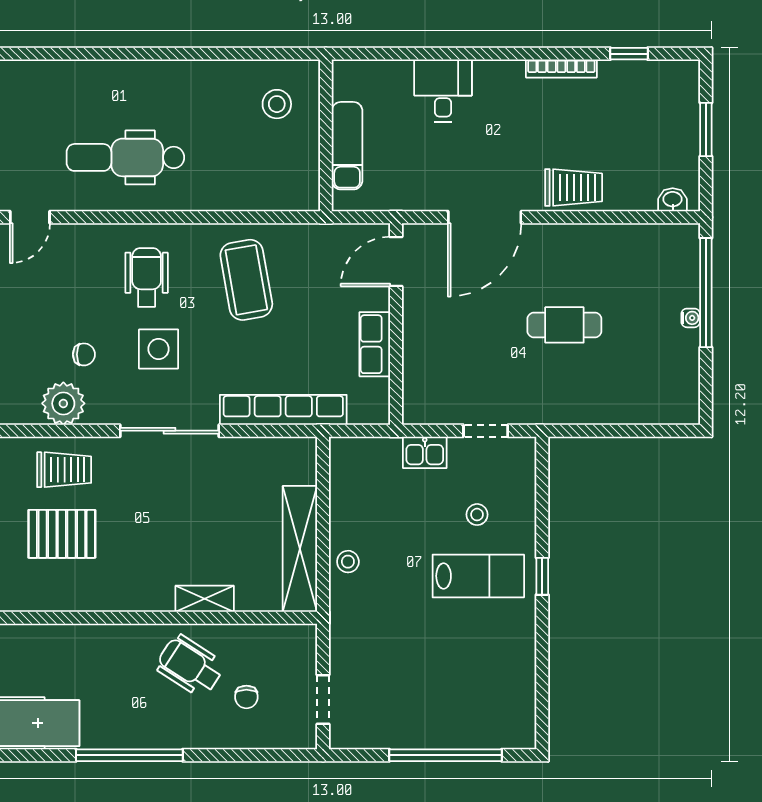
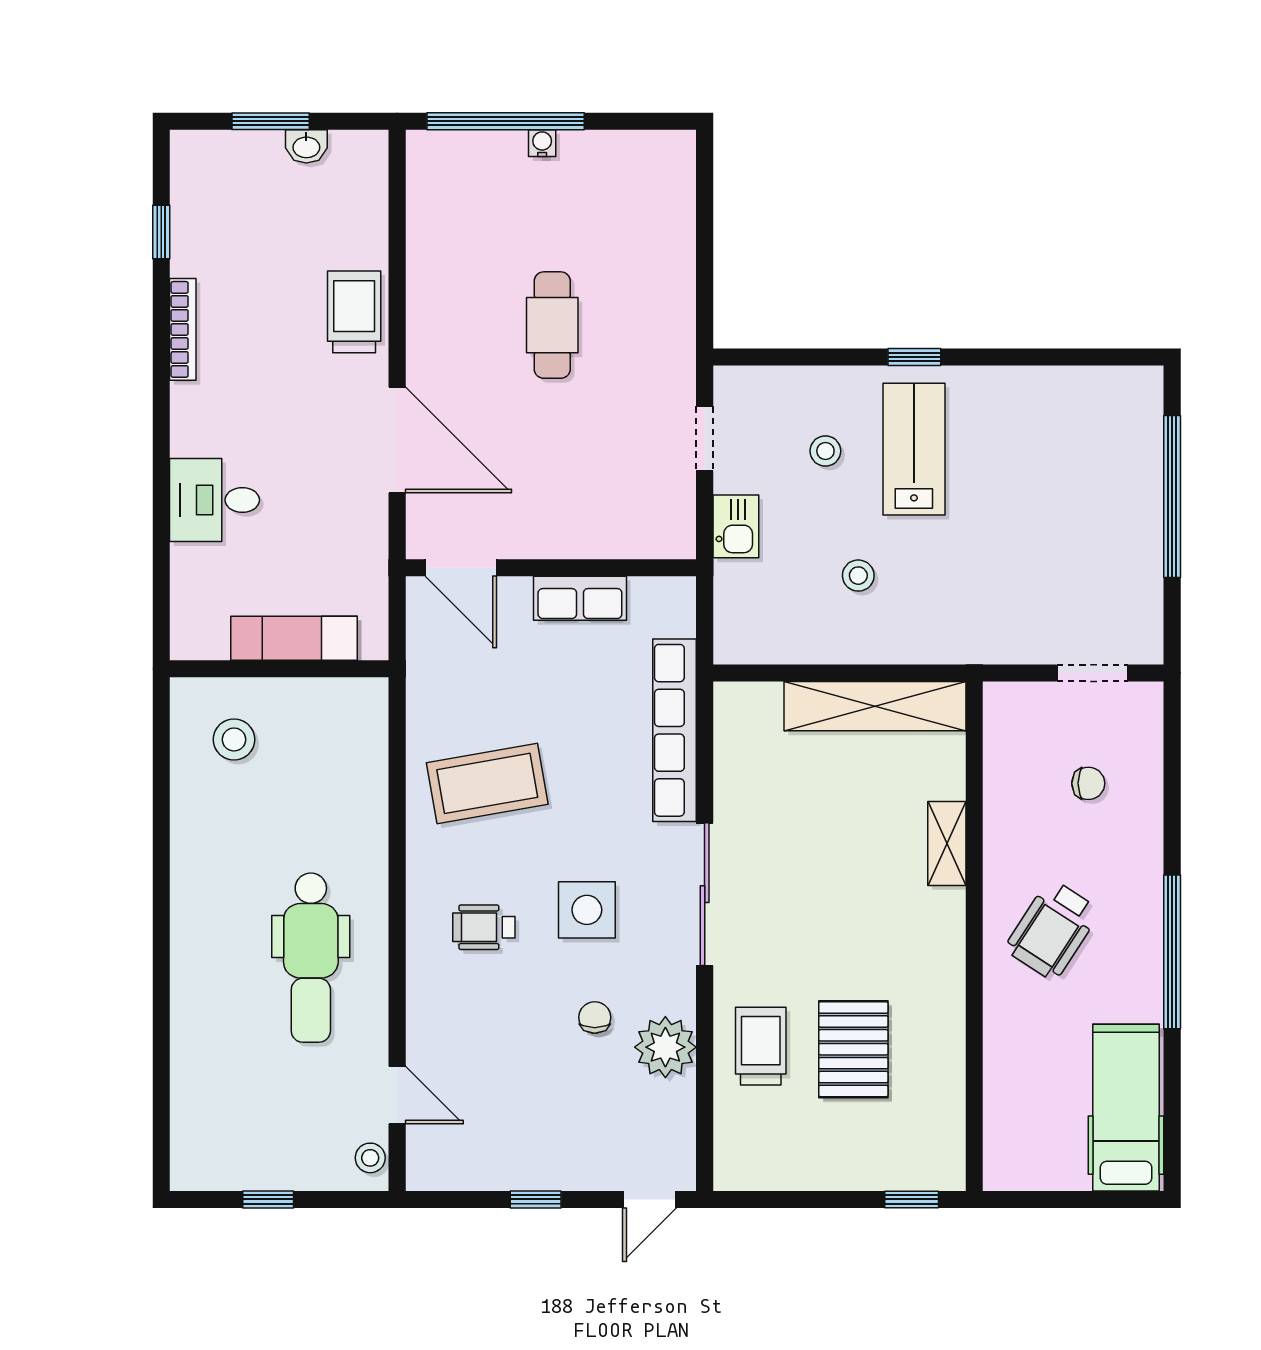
washbasin: (673, 200) -> (306, 146), moved, turned -90
wheelchair: (147, 277) -> (484, 927), width x0.73, depth x0.73
stool: (348, 562) -> (858, 576), moved
wheelchair: (190, 666) -> (1052, 930), moved

